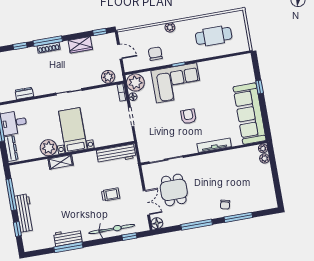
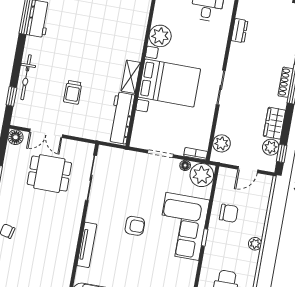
plant: (98, 41) -> (271, 147), added
bed with nightstands: (73, 130) -> (169, 83), width x1.36
shelving: (61, 162) -> (131, 77), moved
bicycle: (112, 229) -> (26, 77), width x0.73, depth x0.71

